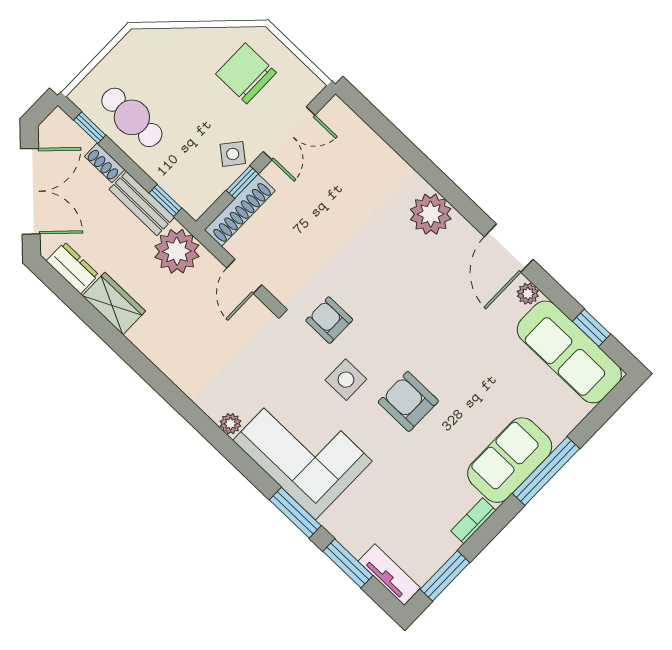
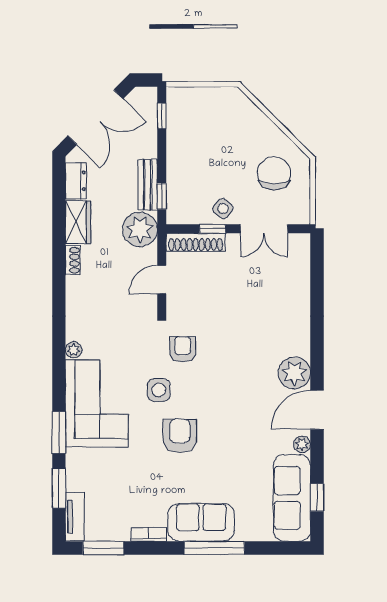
cafe table: (132, 117) -> (190, 134), removed
shoe rack: (105, 163) -> (73, 260), moved, turned 180
plant: (431, 214) -> (294, 373), moved

